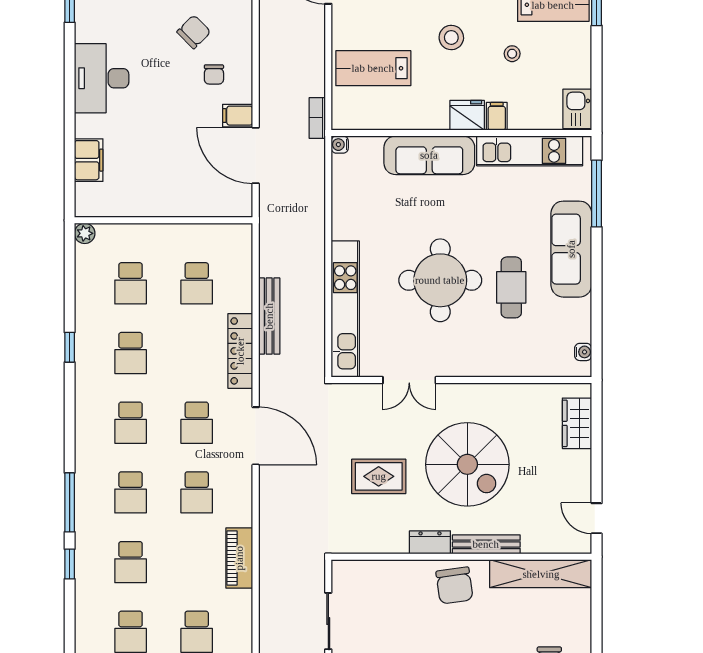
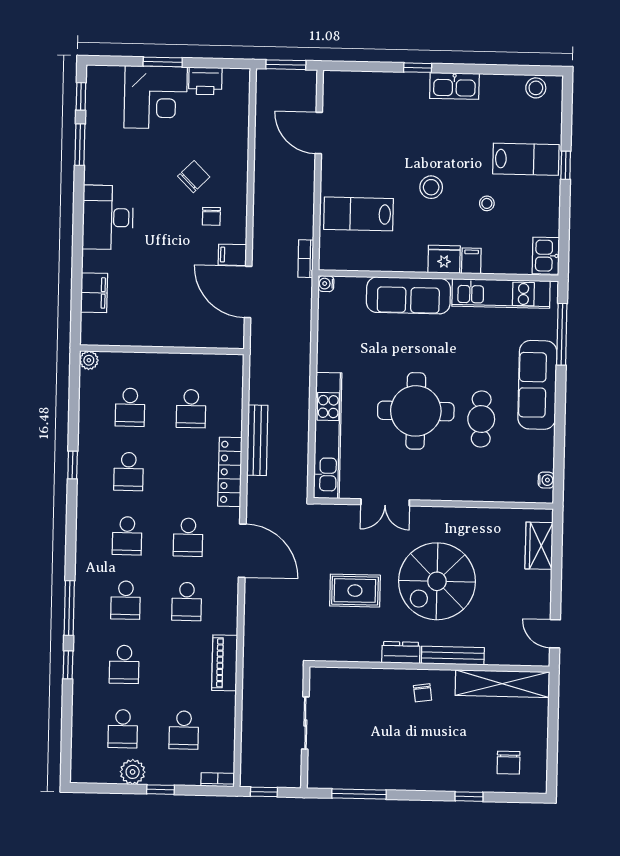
spiral stairs: (467, 464) -> (437, 581), turned 90
chair: (454, 585) -> (423, 693), width x0.54, depth x0.54

